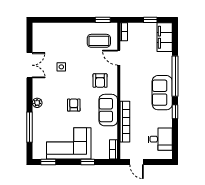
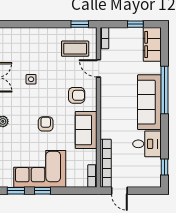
armchair: (100, 81) -> (77, 95), turned -90
sofa: (162, 93) -> (149, 102), width x1.36
window: (175, 112) -> (164, 167), moved
bookcase: (125, 122) -> (106, 163), moved
desk: (160, 139) -> (147, 144), moved
window: (88, 162) -> (43, 191), moved

